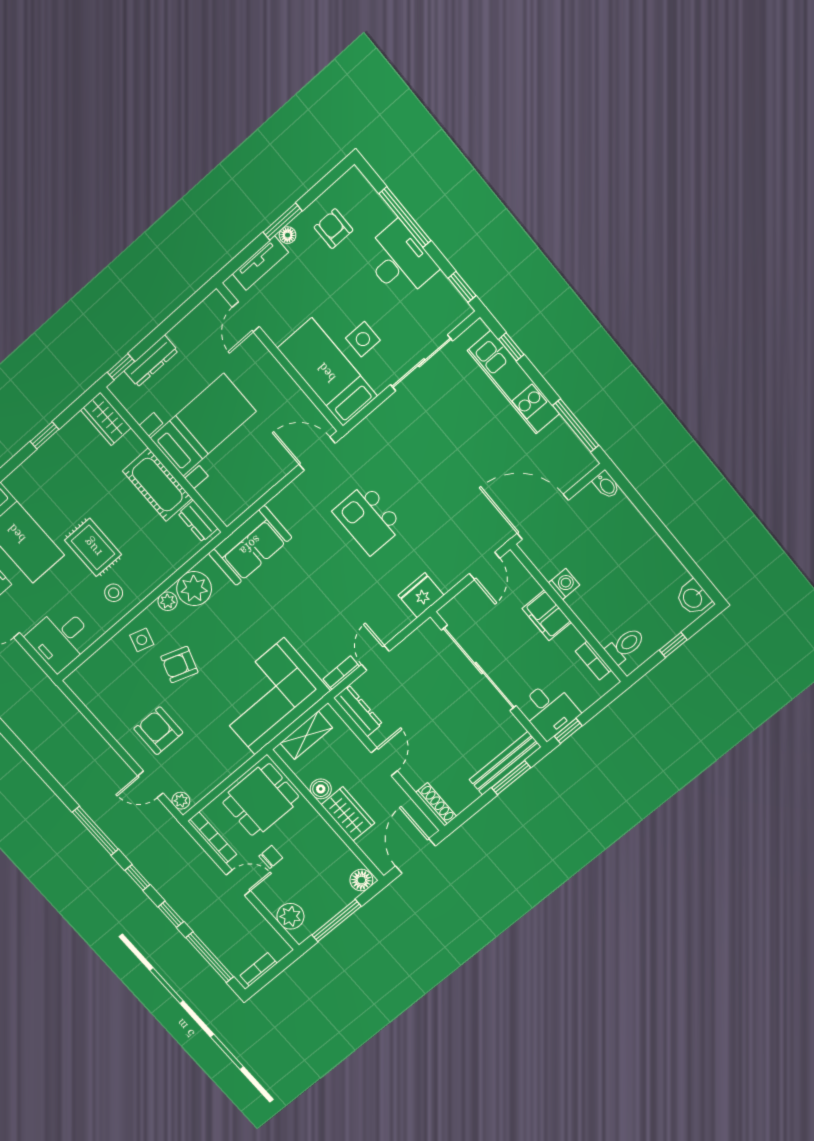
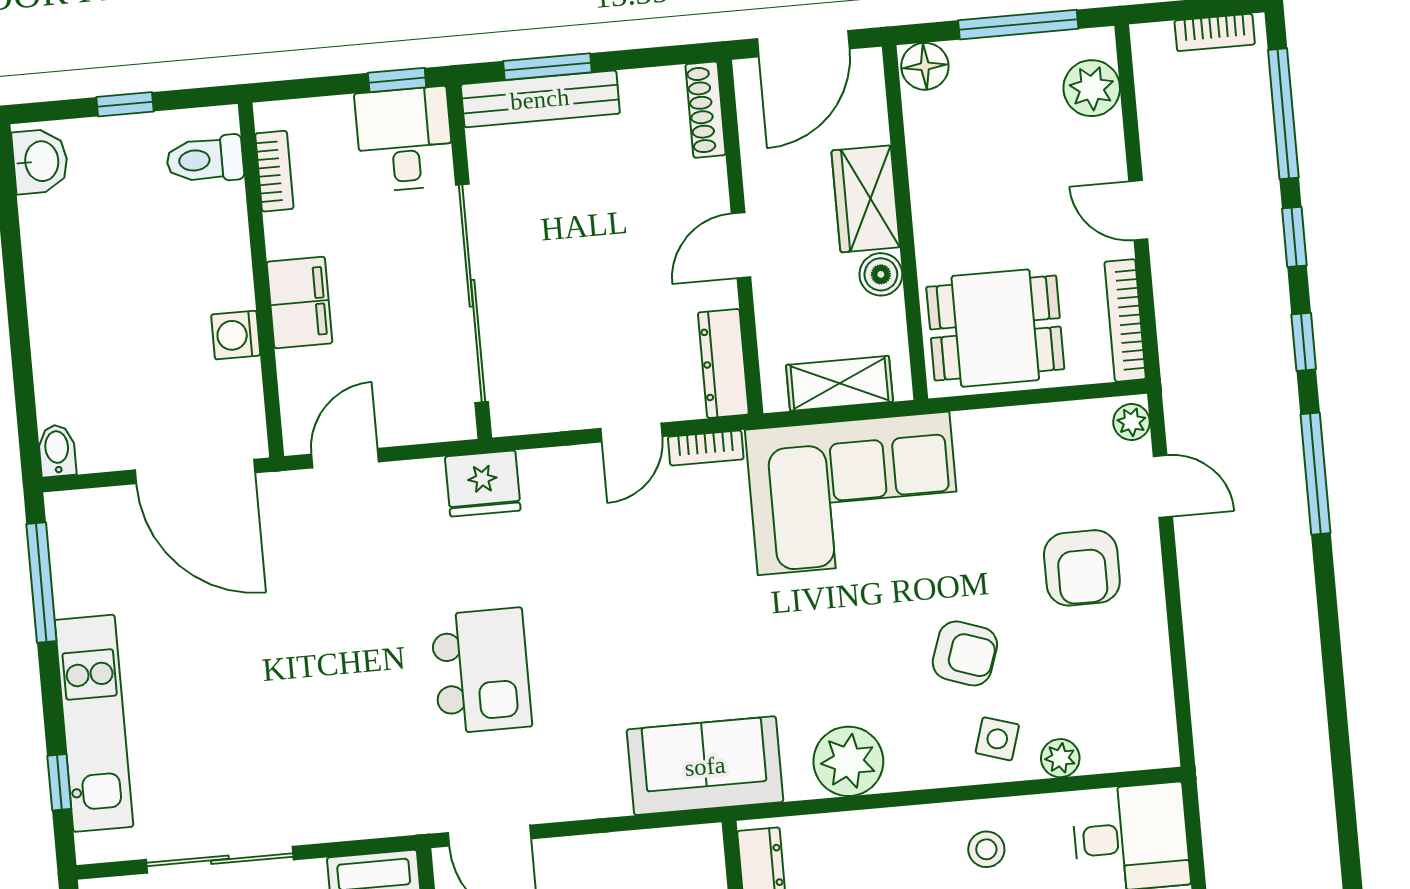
plant: (168, 601) -> (1060, 758), moved
chair: (271, 857) -> (1050, 216), removed

